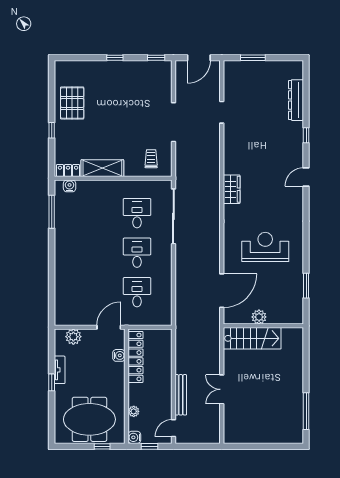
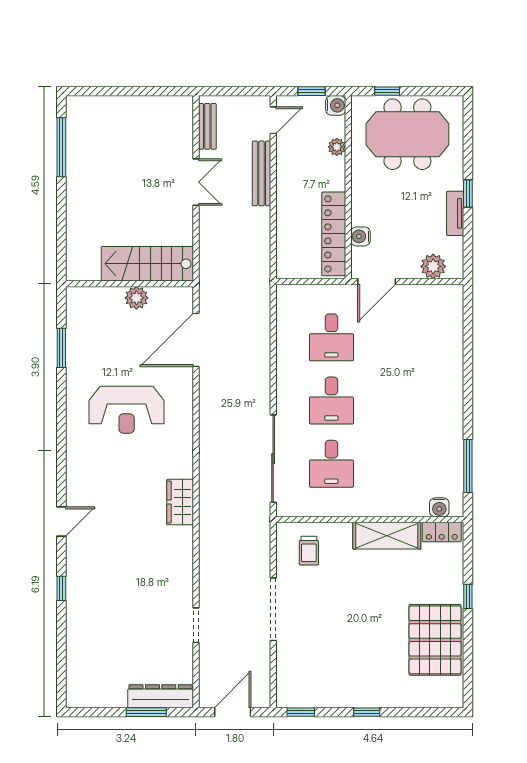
dresser: (296, 100) -> (161, 696), moved, turned -90
pallet: (72, 103) -> (435, 640), width x1.37, depth x1.41
bench: (215, 424) -> (207, 126), added

